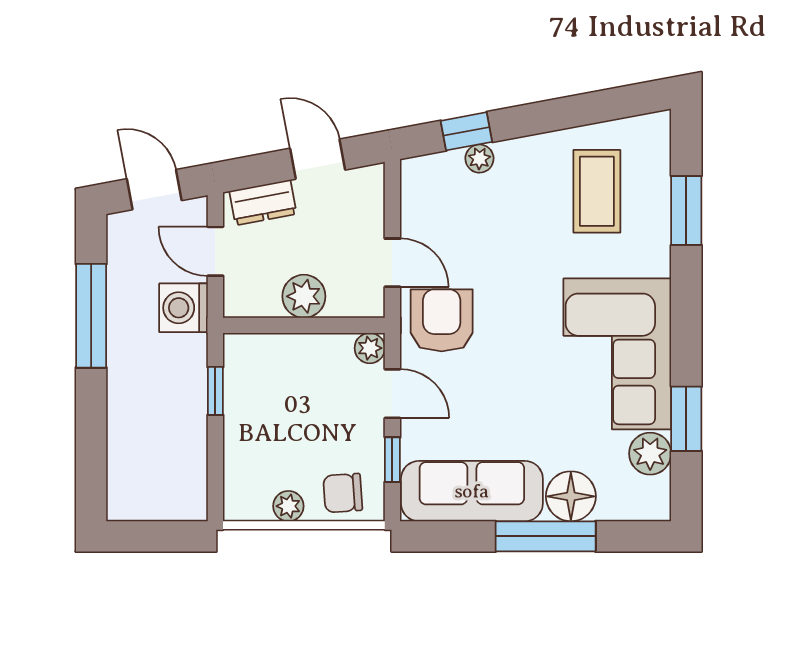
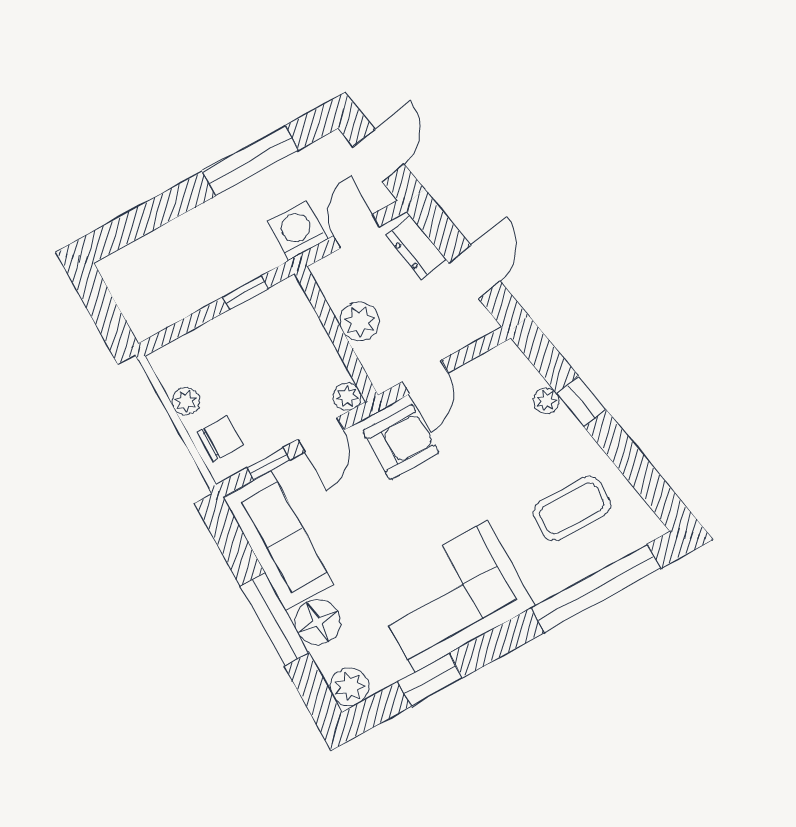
window: (466, 131) -> (581, 401), moved
window: (686, 210) -> (596, 588), width x2.11
plant: (650, 454) -> (349, 687), moved
chair: (343, 493) -> (220, 439), turned 94

